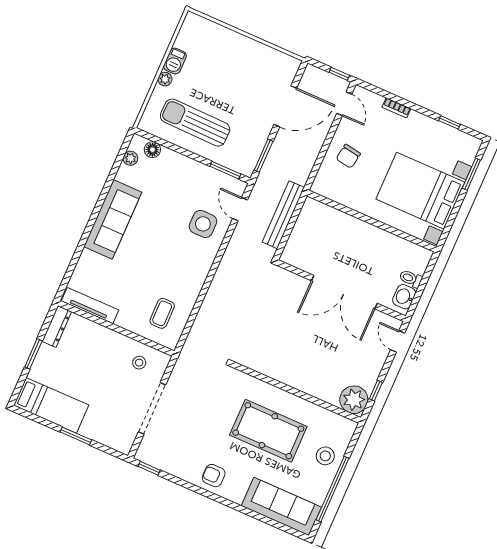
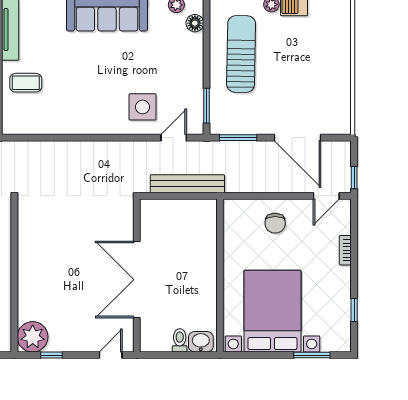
chair: (348, 156) -> (275, 223), turned -99
washbasin: (404, 297) -> (201, 342), moved
coffee table: (162, 313) -> (26, 83), moved

